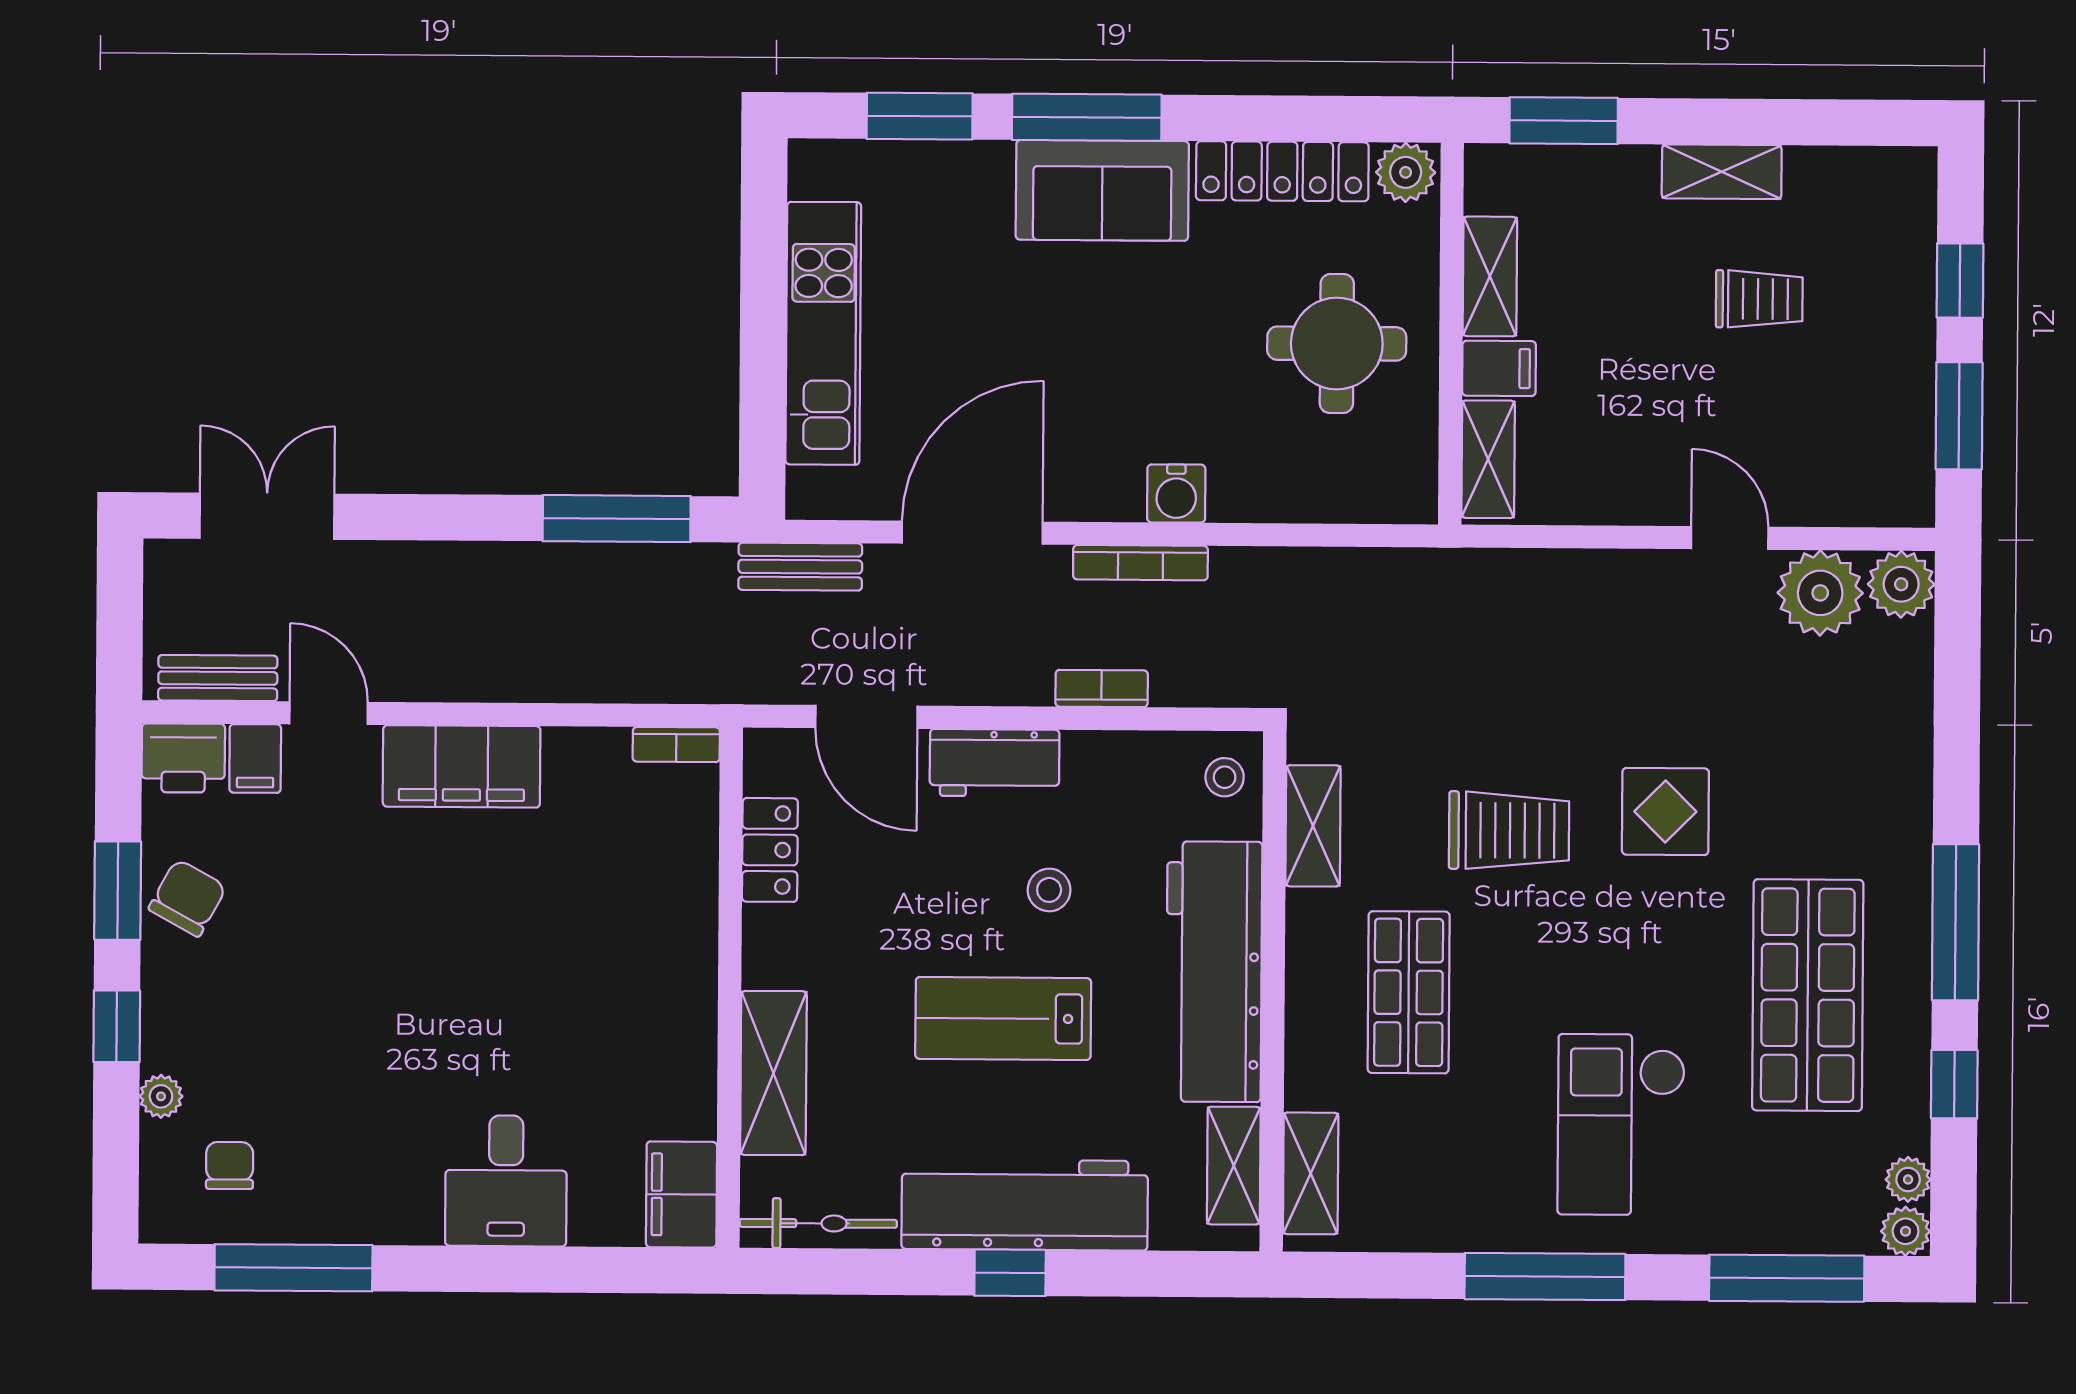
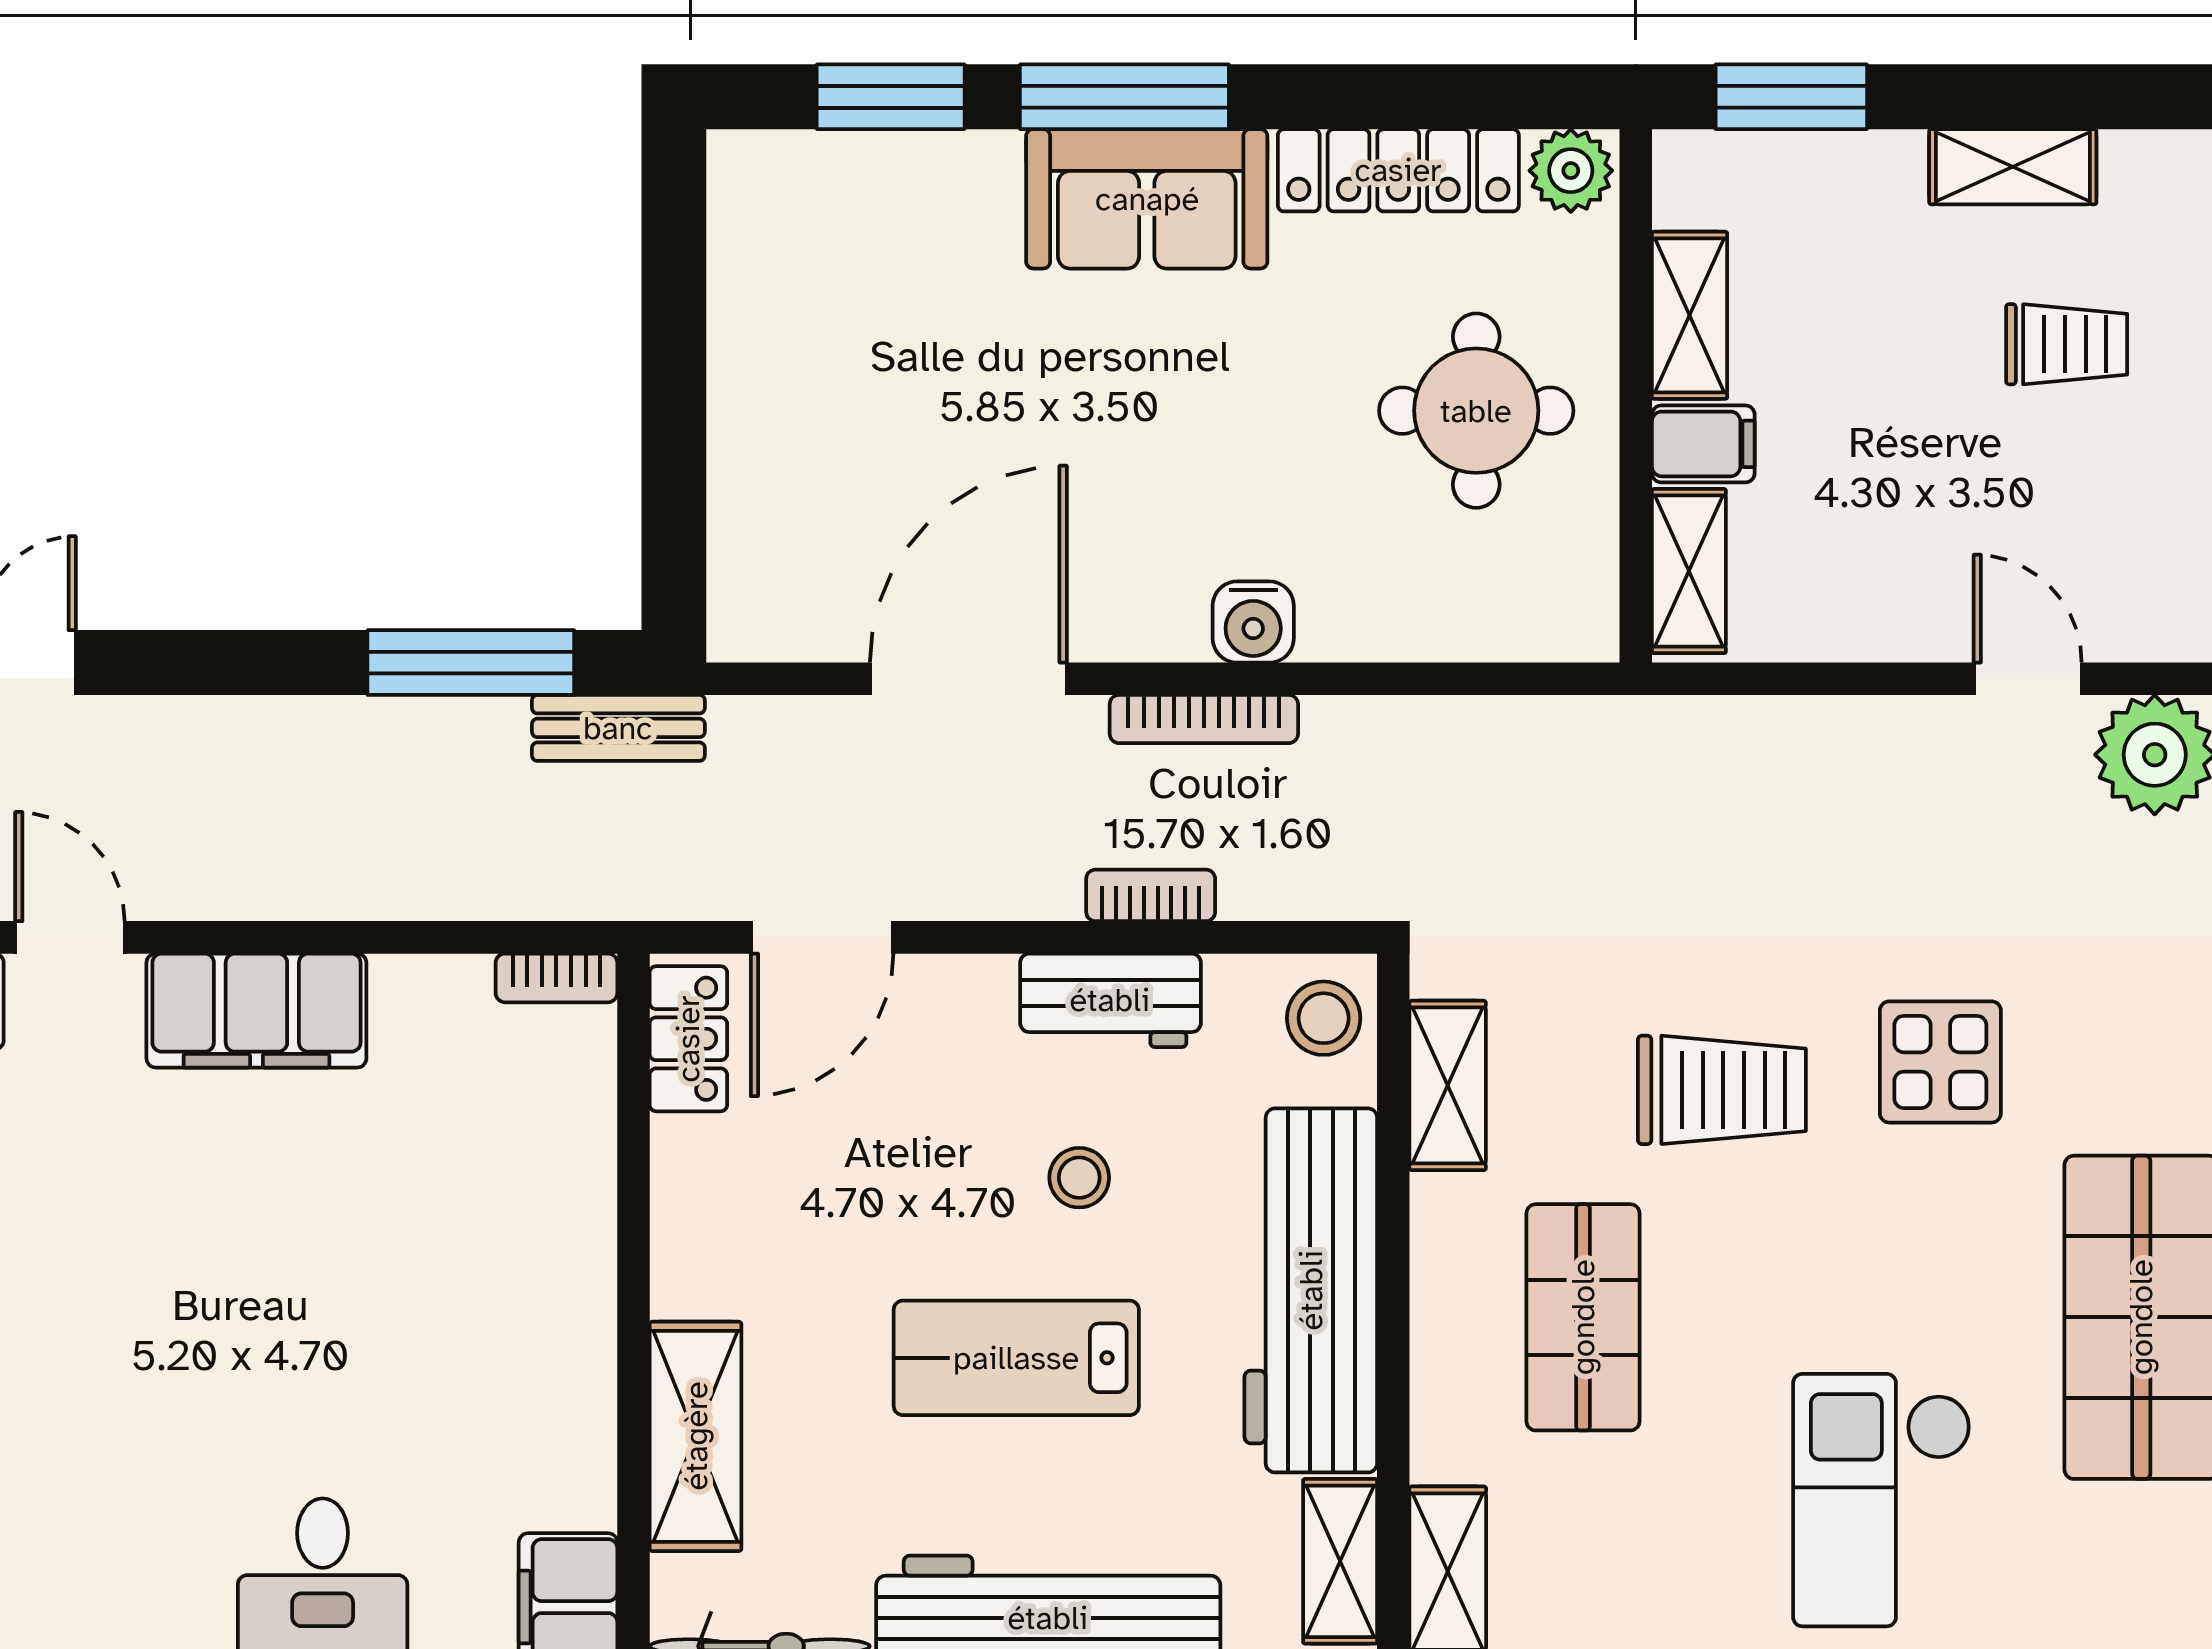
kitchen unit: (823, 333) -> (758, 401), removed
bench: (800, 567) -> (618, 728), moved
door: (866, 717) -> (822, 937), hinge flipped
workbench: (995, 763) -> (1110, 1000), moved
stool: (1225, 777) -> (1324, 1018), width x1.37, depth x1.37
locker: (770, 850) -> (688, 1039), moved

